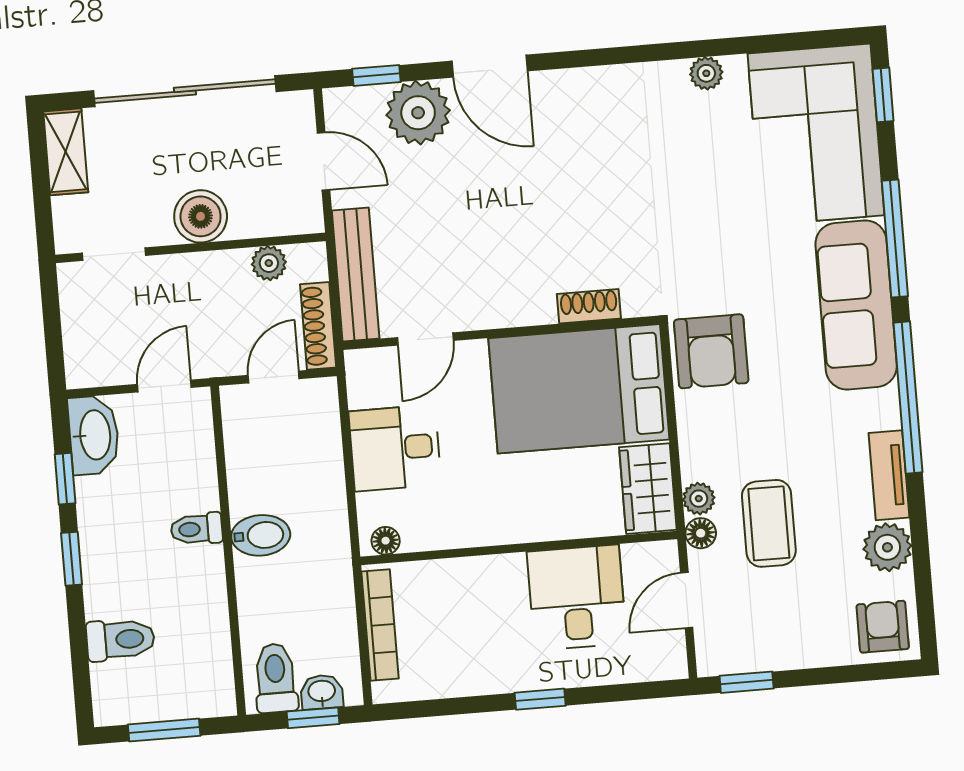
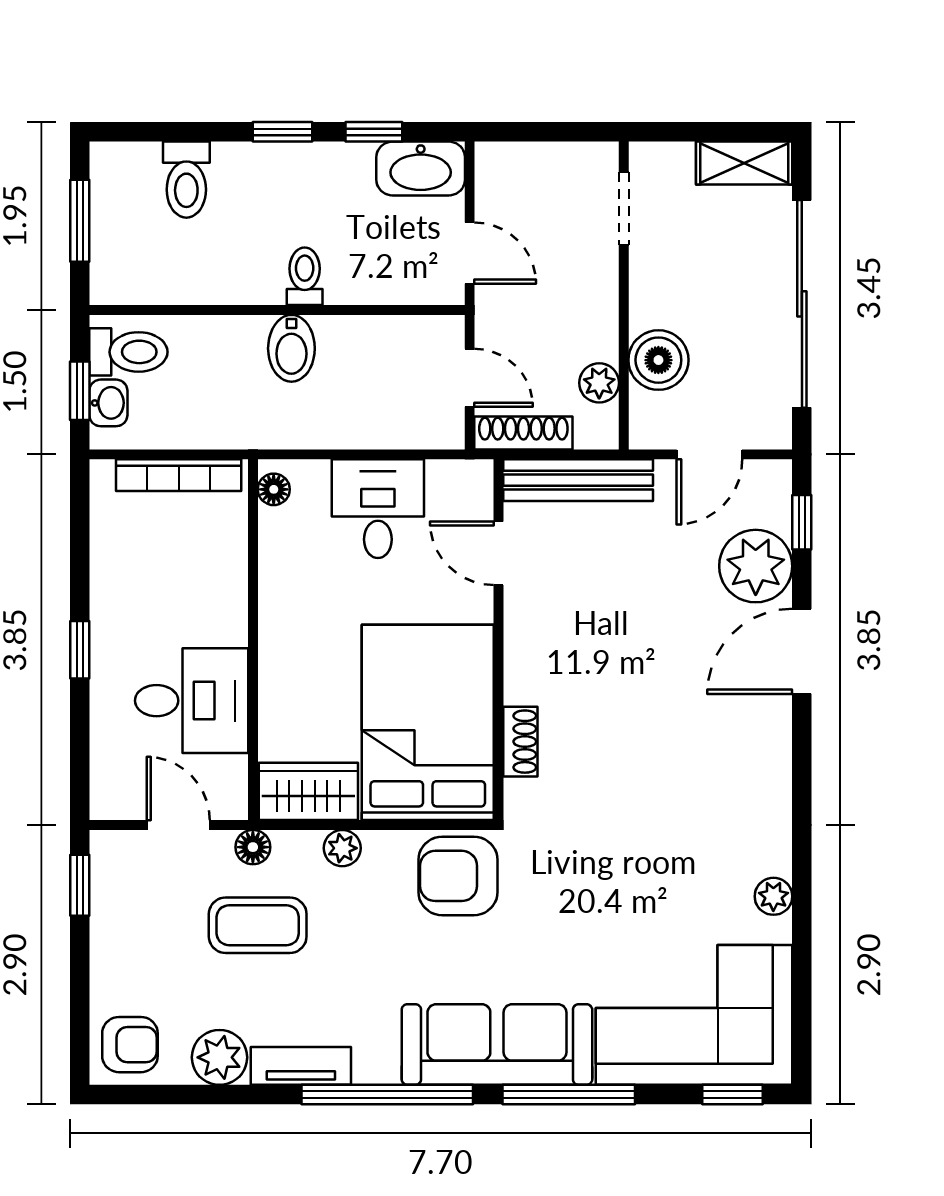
boiler: (201, 216) -> (658, 360), moved
plant: (699, 499) -> (342, 848), moved

